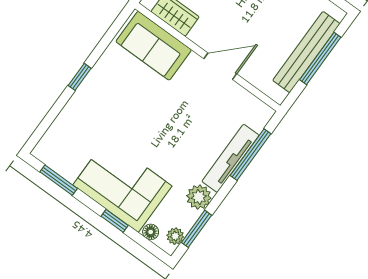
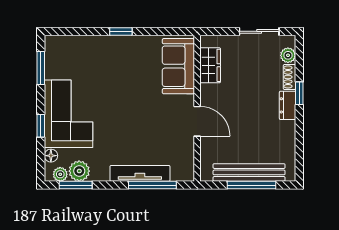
plant: (199, 197) -> (79, 171), moved

